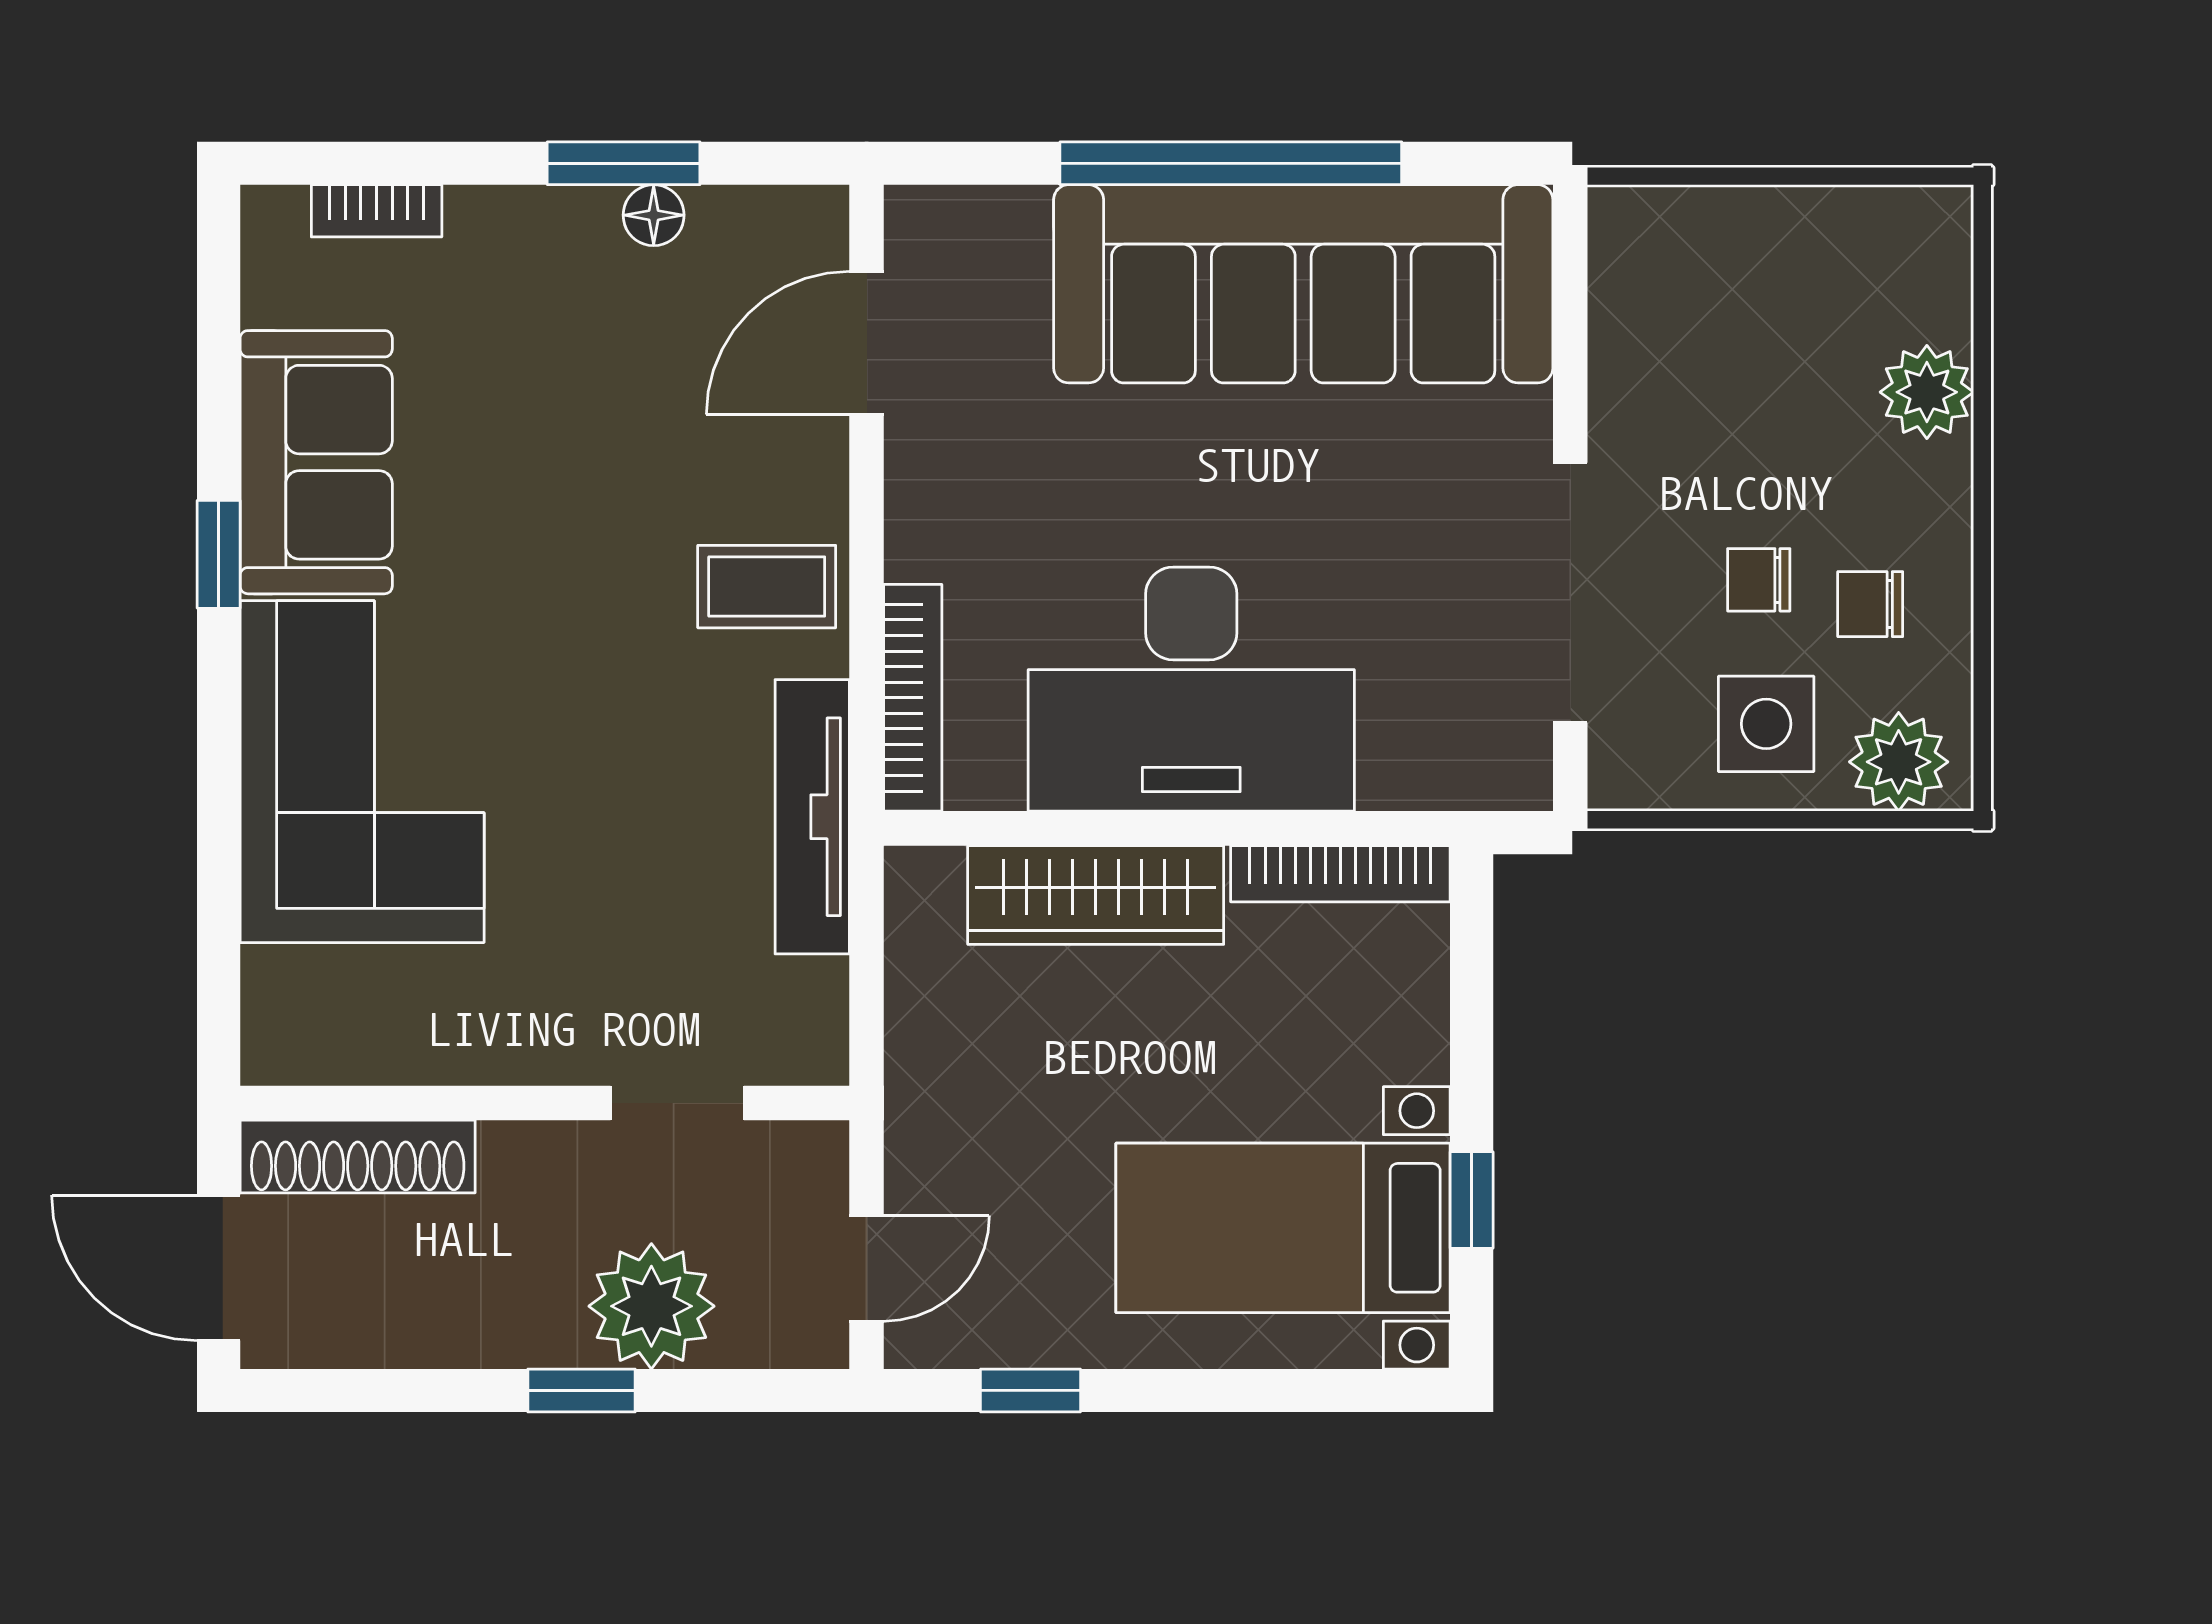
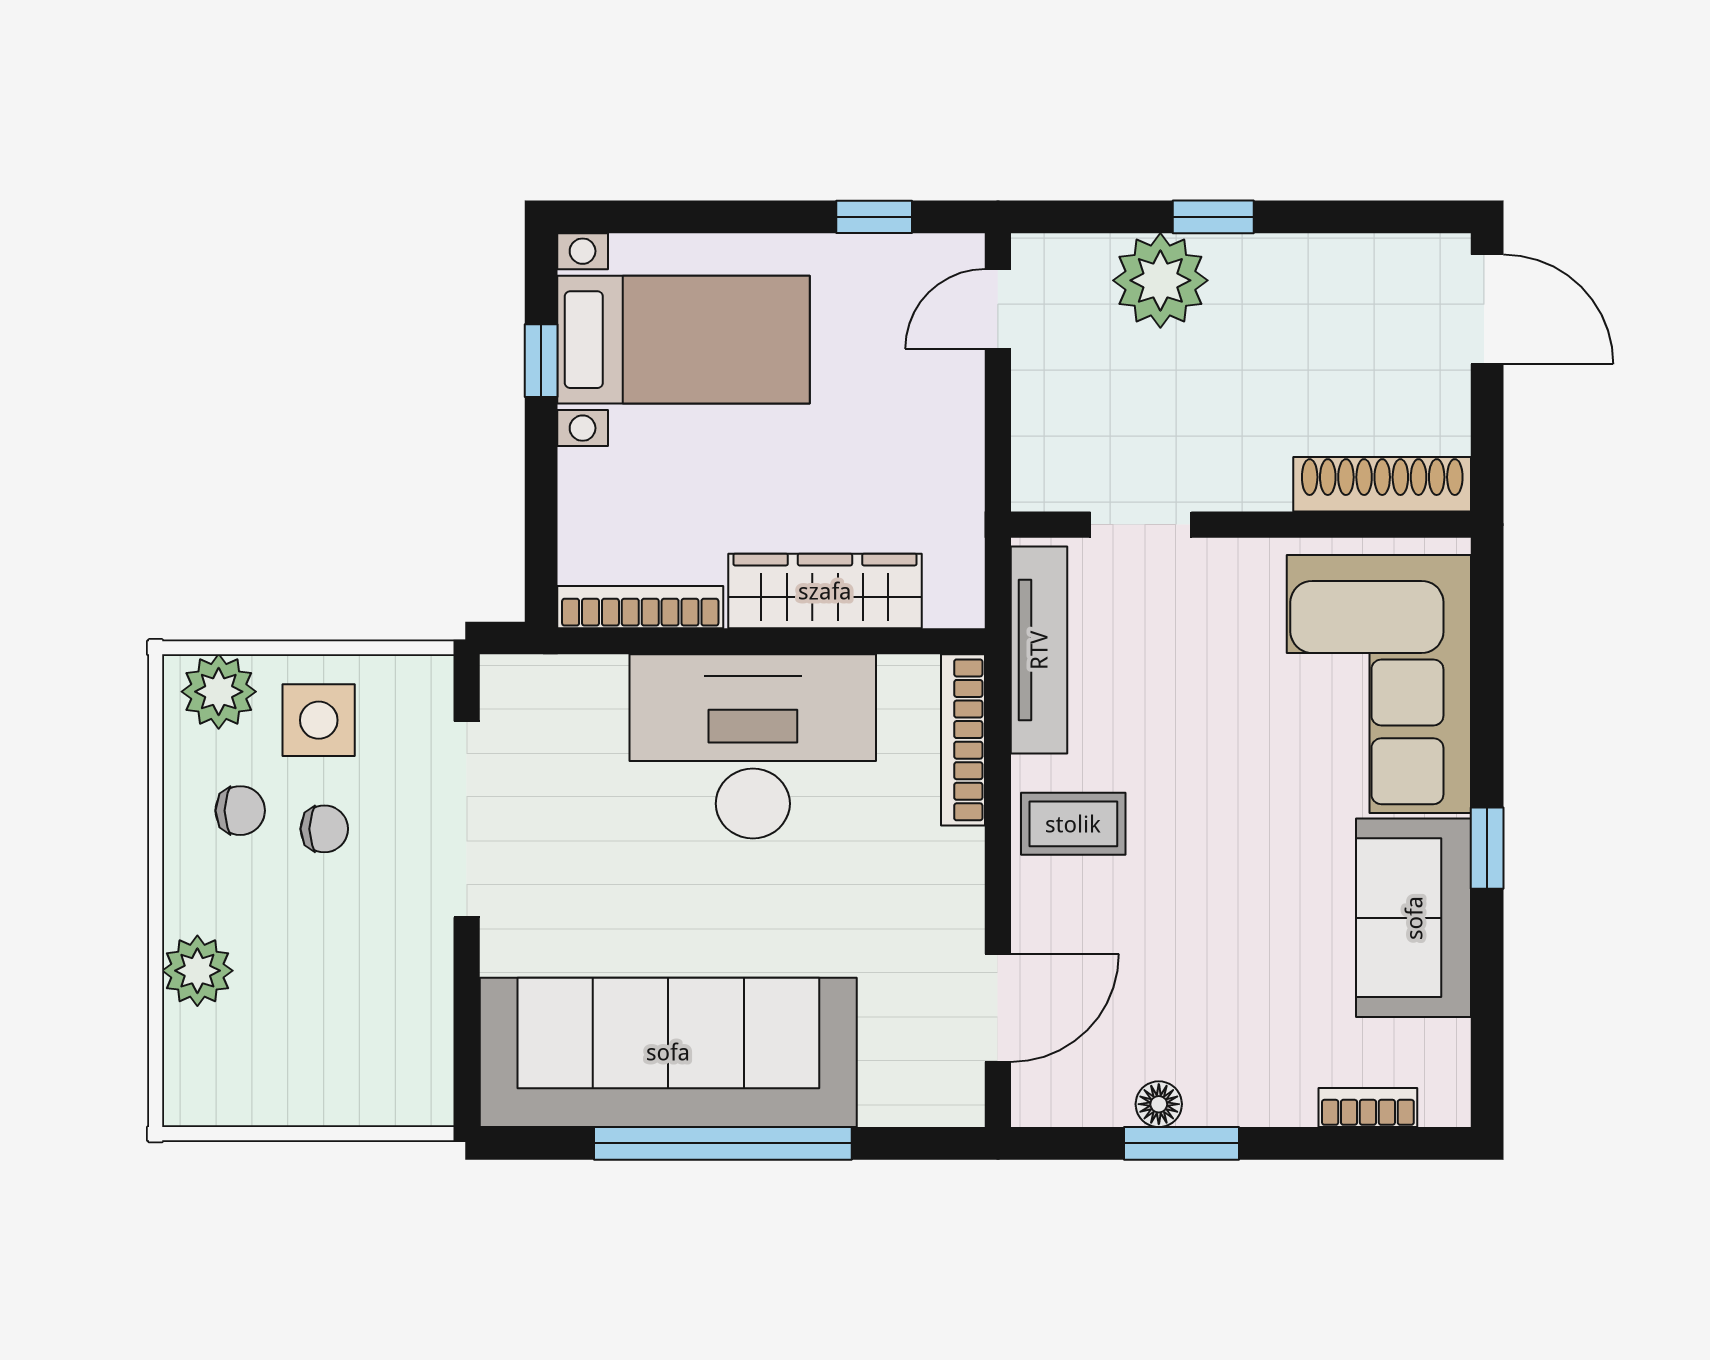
wall: (545, 1103) -> (1241, 525), moved
doorway: (677, 1103) -> (1141, 525), moved
shoe rack: (358, 1156) -> (1382, 484), moved

